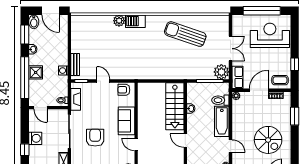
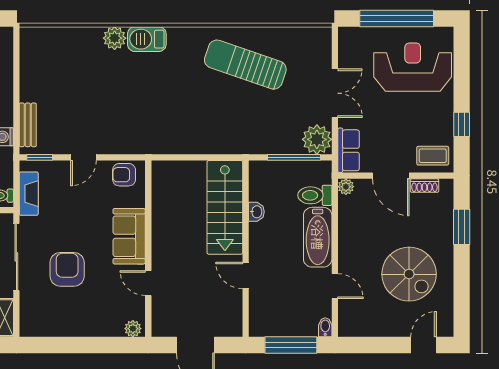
door: (103, 81) -> (83, 157), swing flipped
door: (259, 90) -> (391, 176), swing flipped

